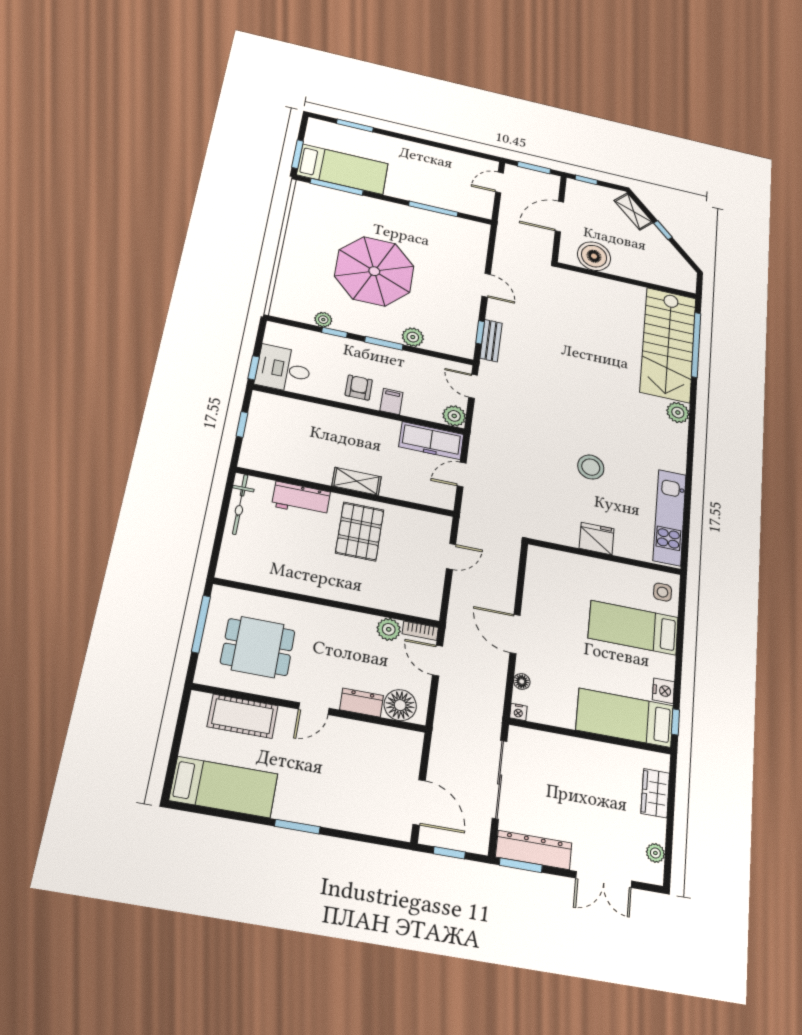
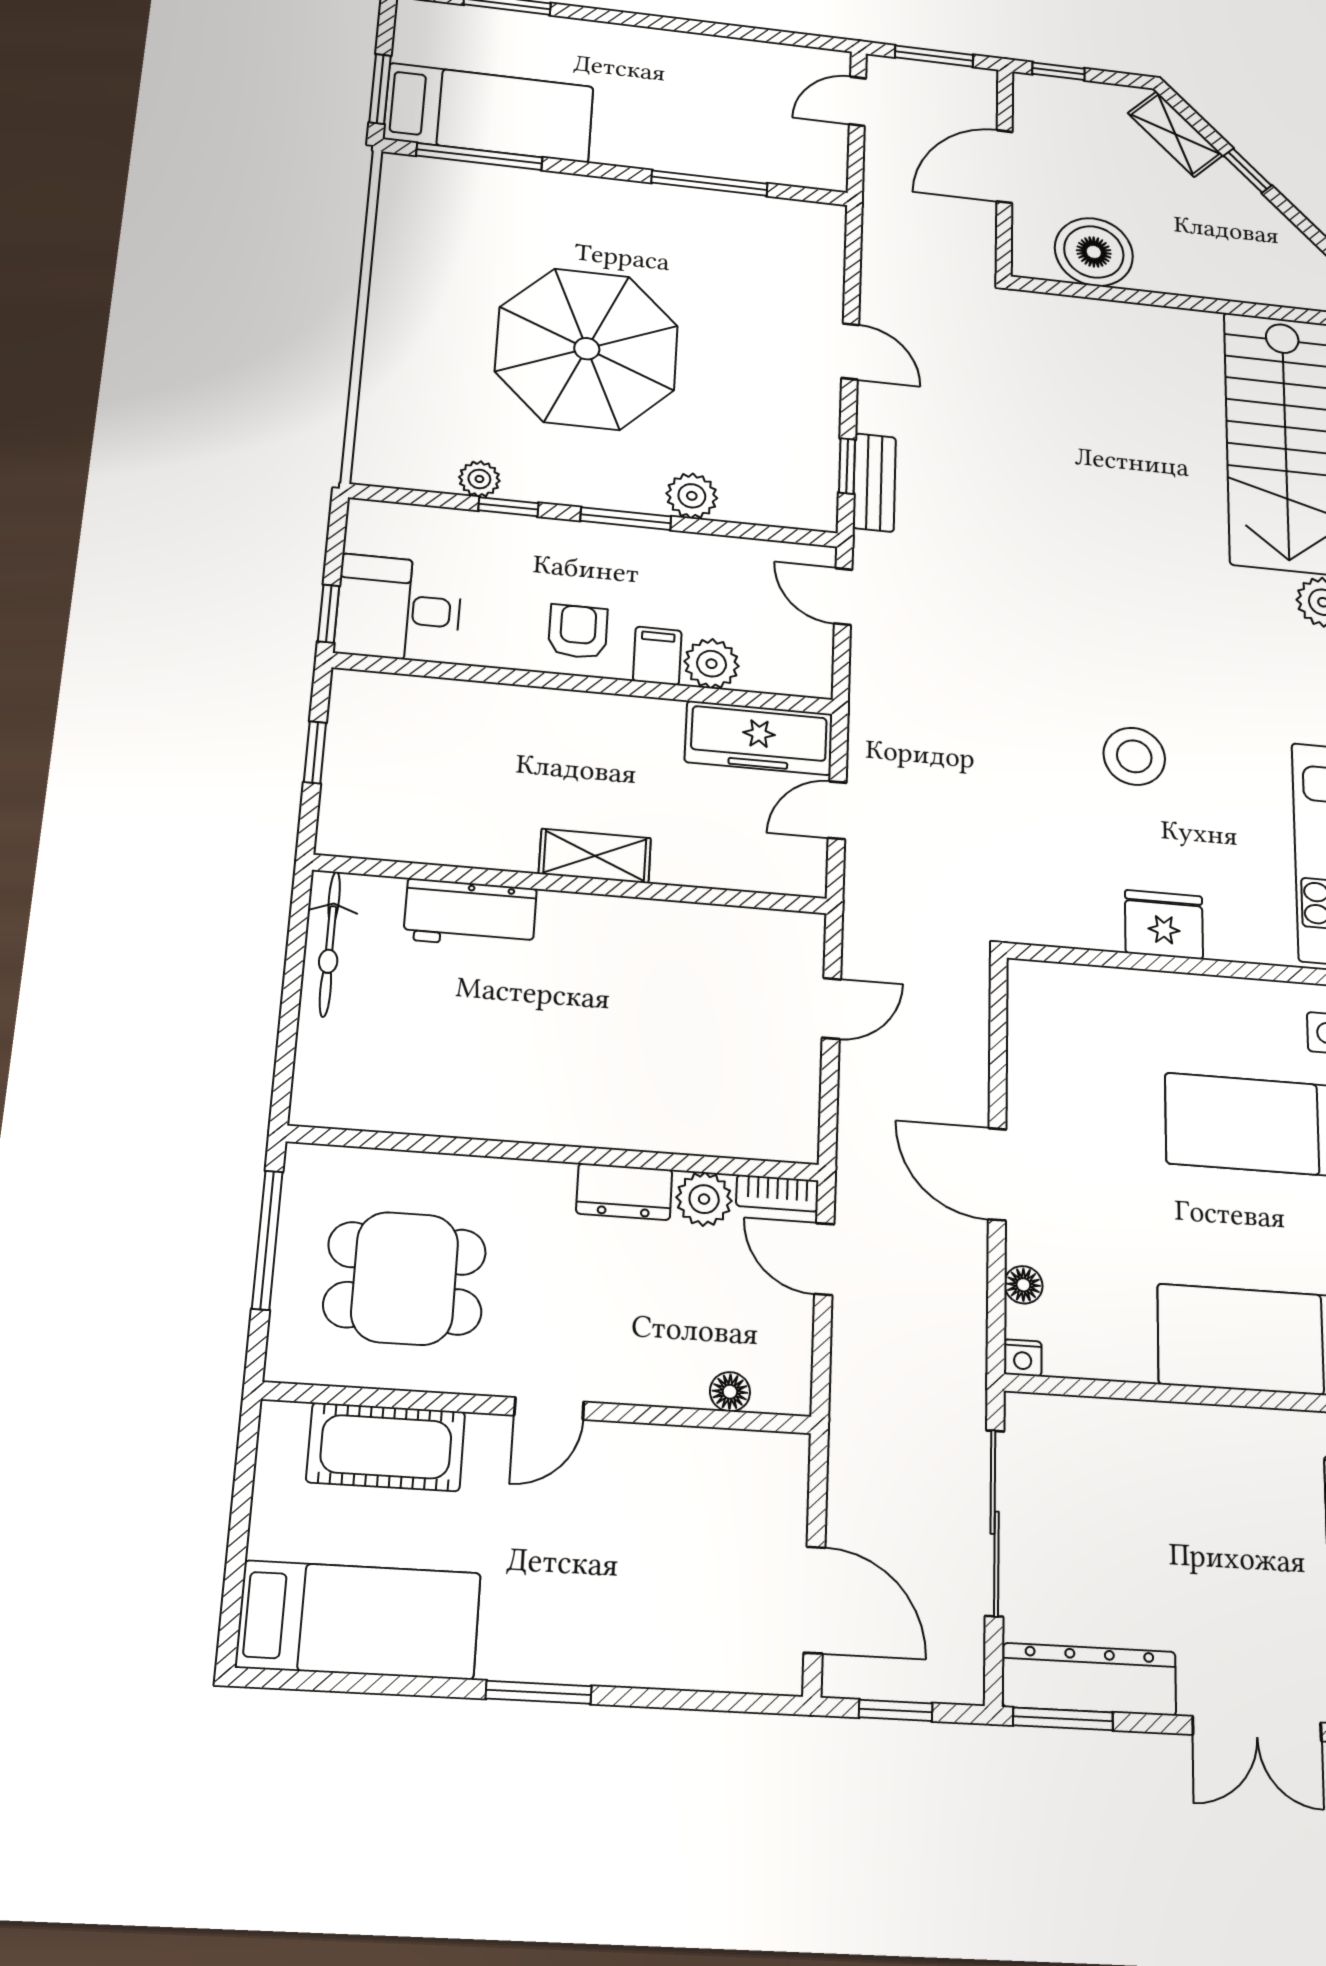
plant: (454, 416) -> (712, 664), moved
pallet: (360, 531) -> (614, 975), removed
dresser: (362, 703) -> (624, 1192), moved, turned 180
floor lamp: (400, 705) -> (730, 1392), width x0.53, depth x0.53

